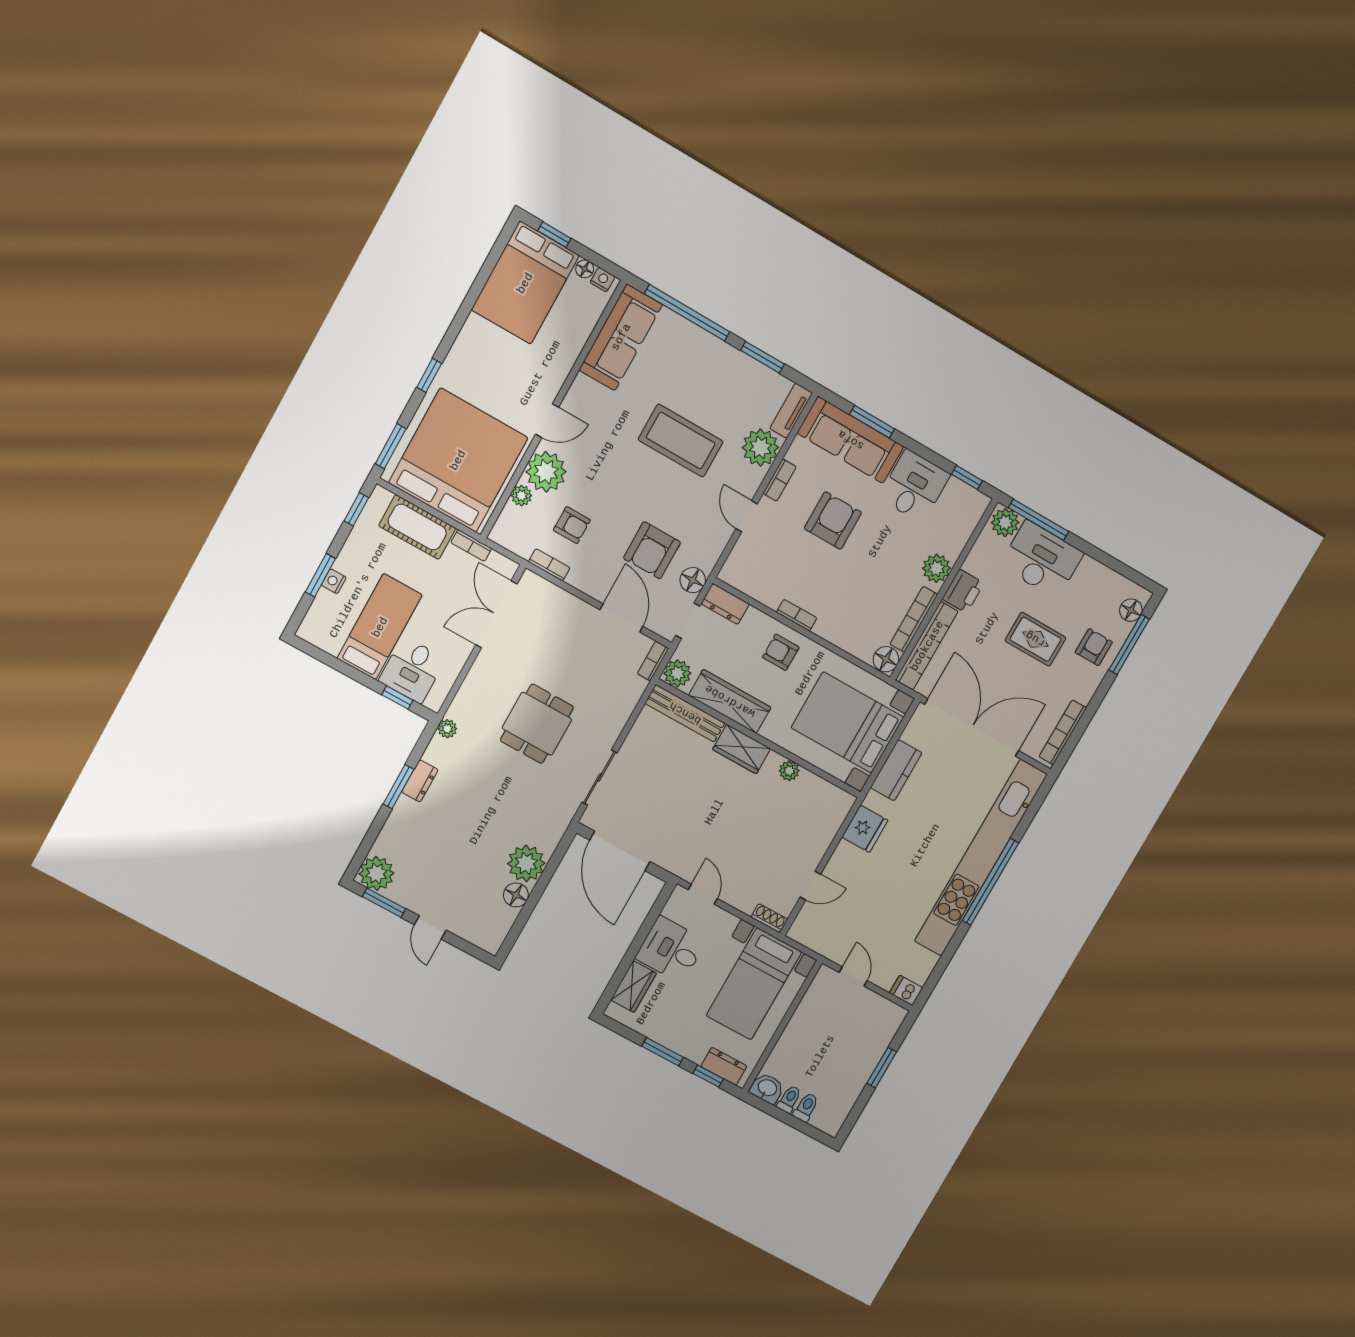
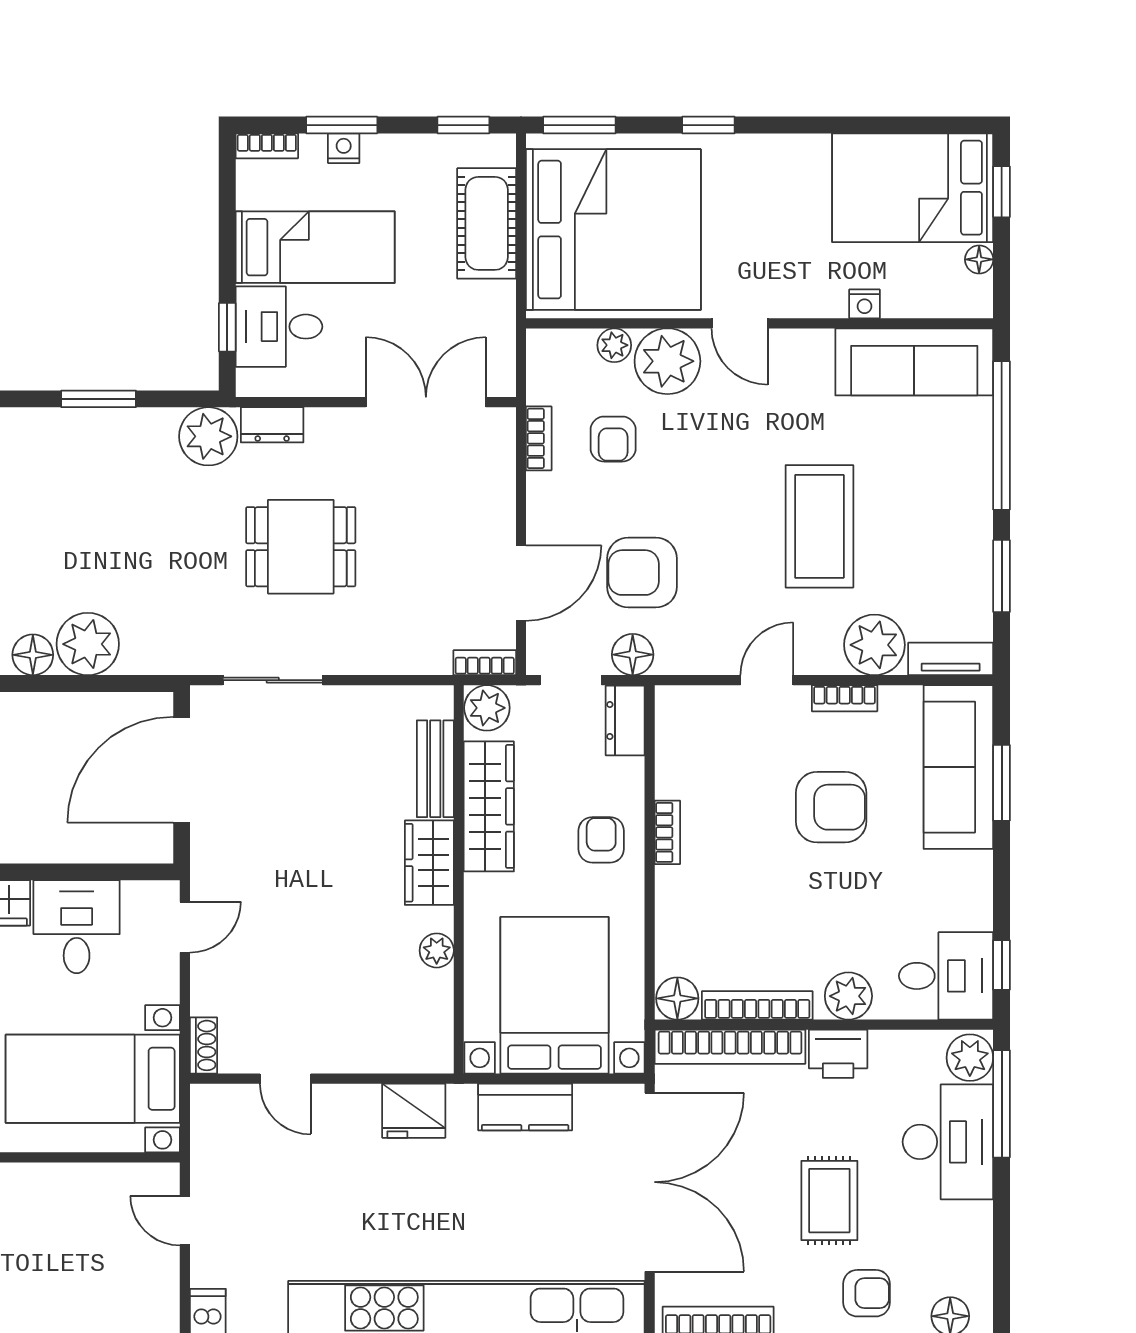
nightstand: (602, 280) -> (864, 304), moved, turned 90
desk: (914, 486) -> (946, 976), moved
bookcase: (471, 546) -> (267, 146), moved, turned -90
bench: (685, 713) -> (435, 769), width x0.73
plant: (447, 729) -> (208, 436), width x1.88, depth x1.88
dresser: (420, 781) -> (272, 425), moved
door: (853, 977) -> (185, 1221), swing flipped

